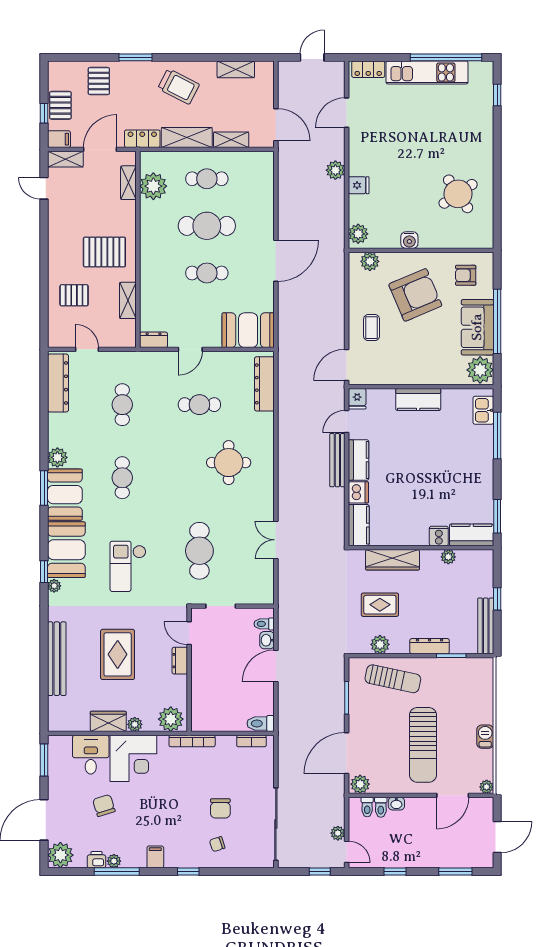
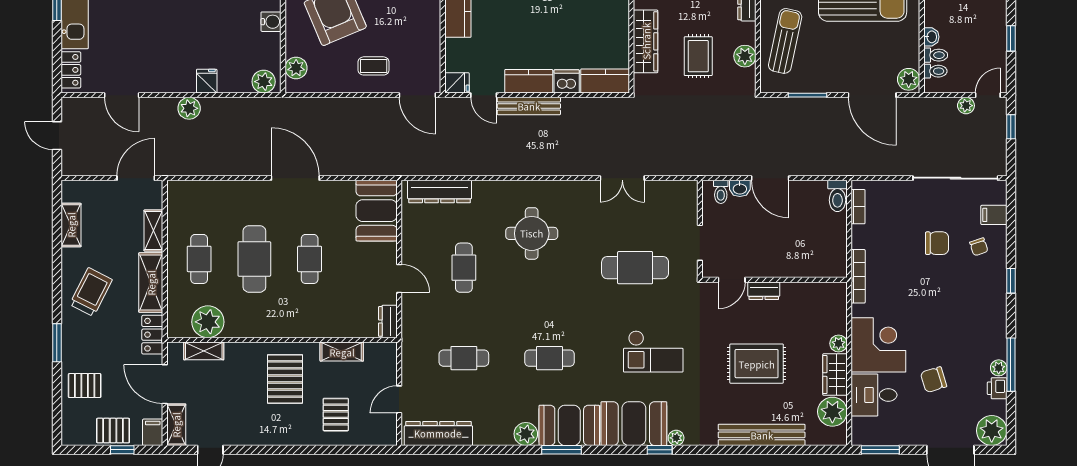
plant: (171, 719) -> (832, 412), moved
filing cabinet: (155, 857) -> (994, 215), moved

